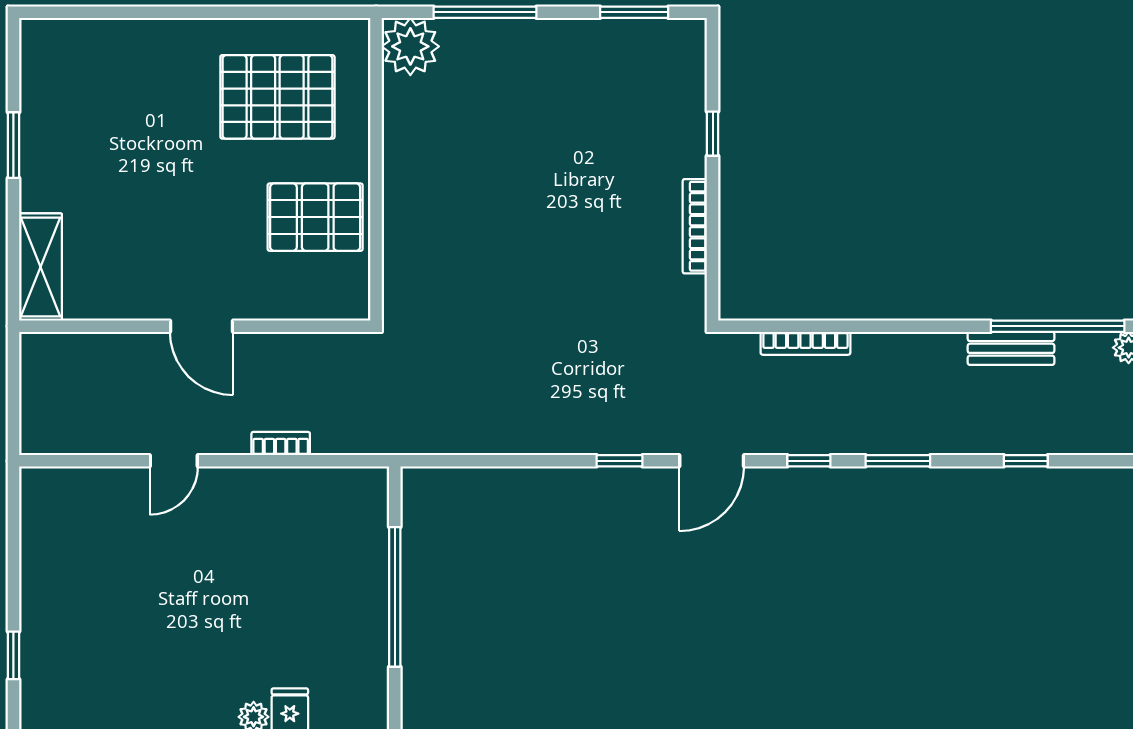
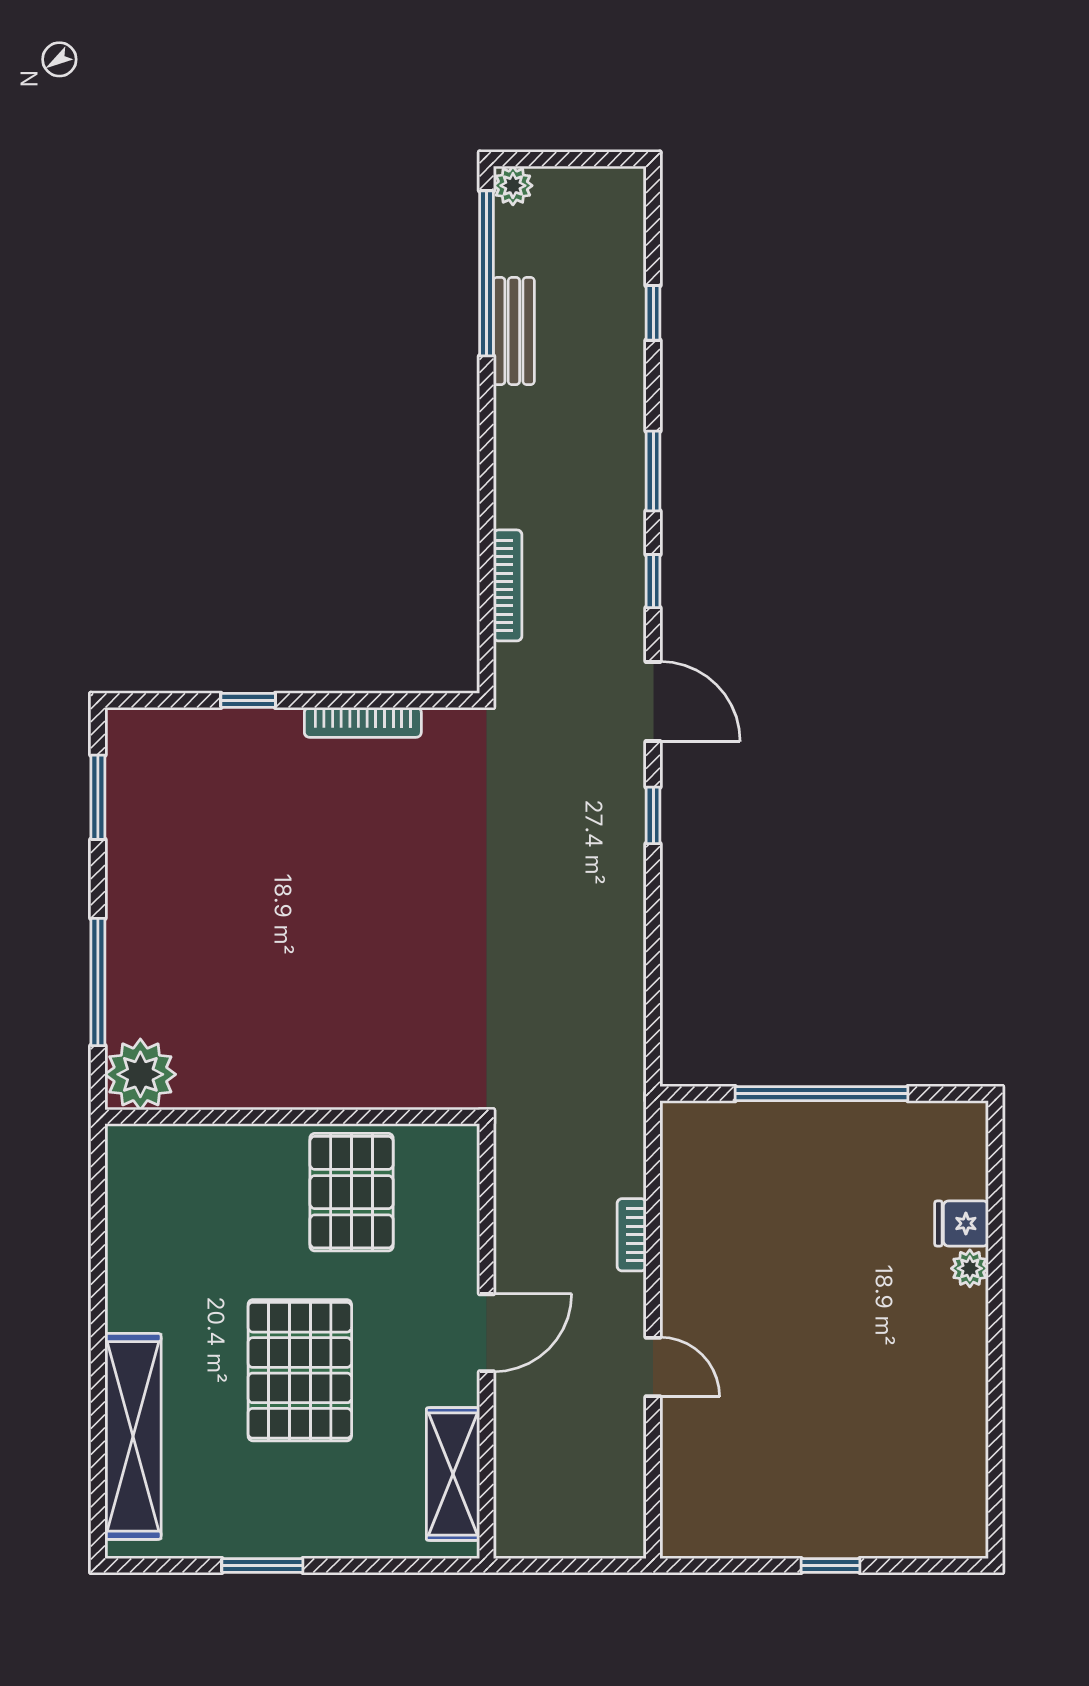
shelving: (118, 40) -> (133, 1436), added
pallet: (277, 97) -> (300, 1370), moved
shelving: (40, 267) -> (453, 1474), moved, turned 90
window: (13, 655) -> (830, 1566), moved

